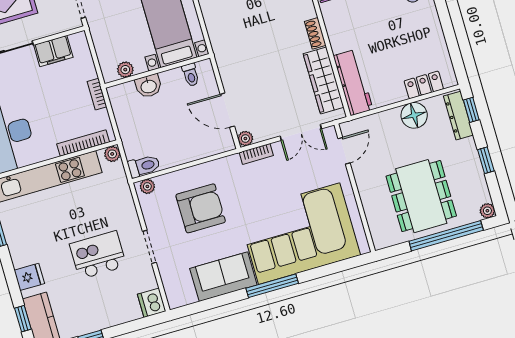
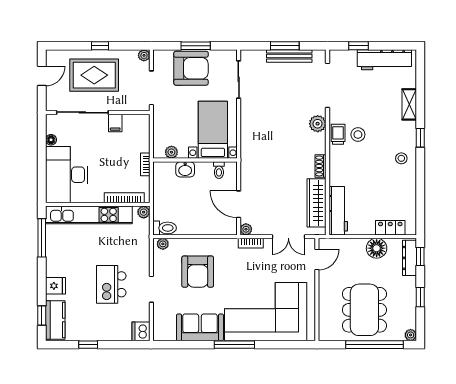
filing cabinet: (53, 51) -> (115, 123), width x0.50
armchair: (201, 208) -> (198, 272), turned 90
kitchen island: (98, 255) -> (111, 284), turned -90

